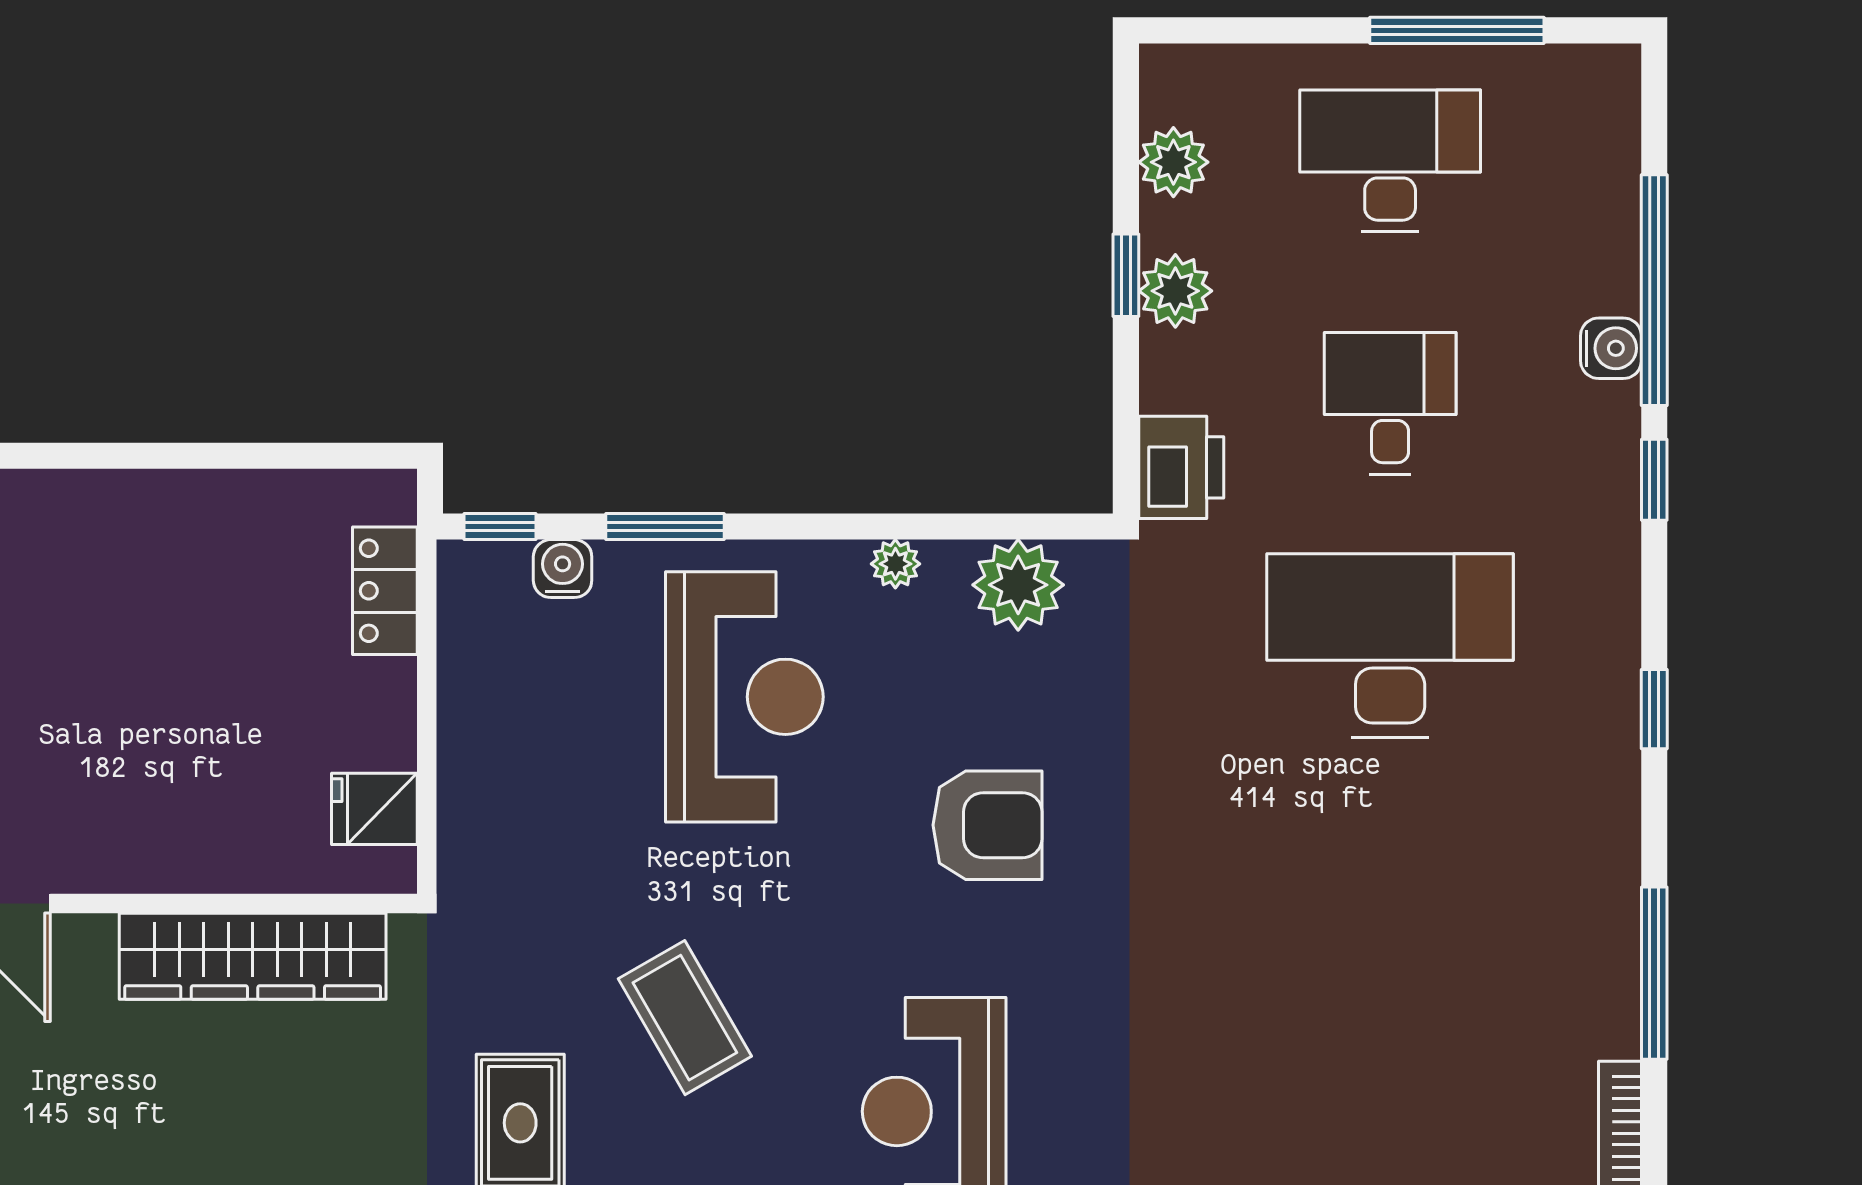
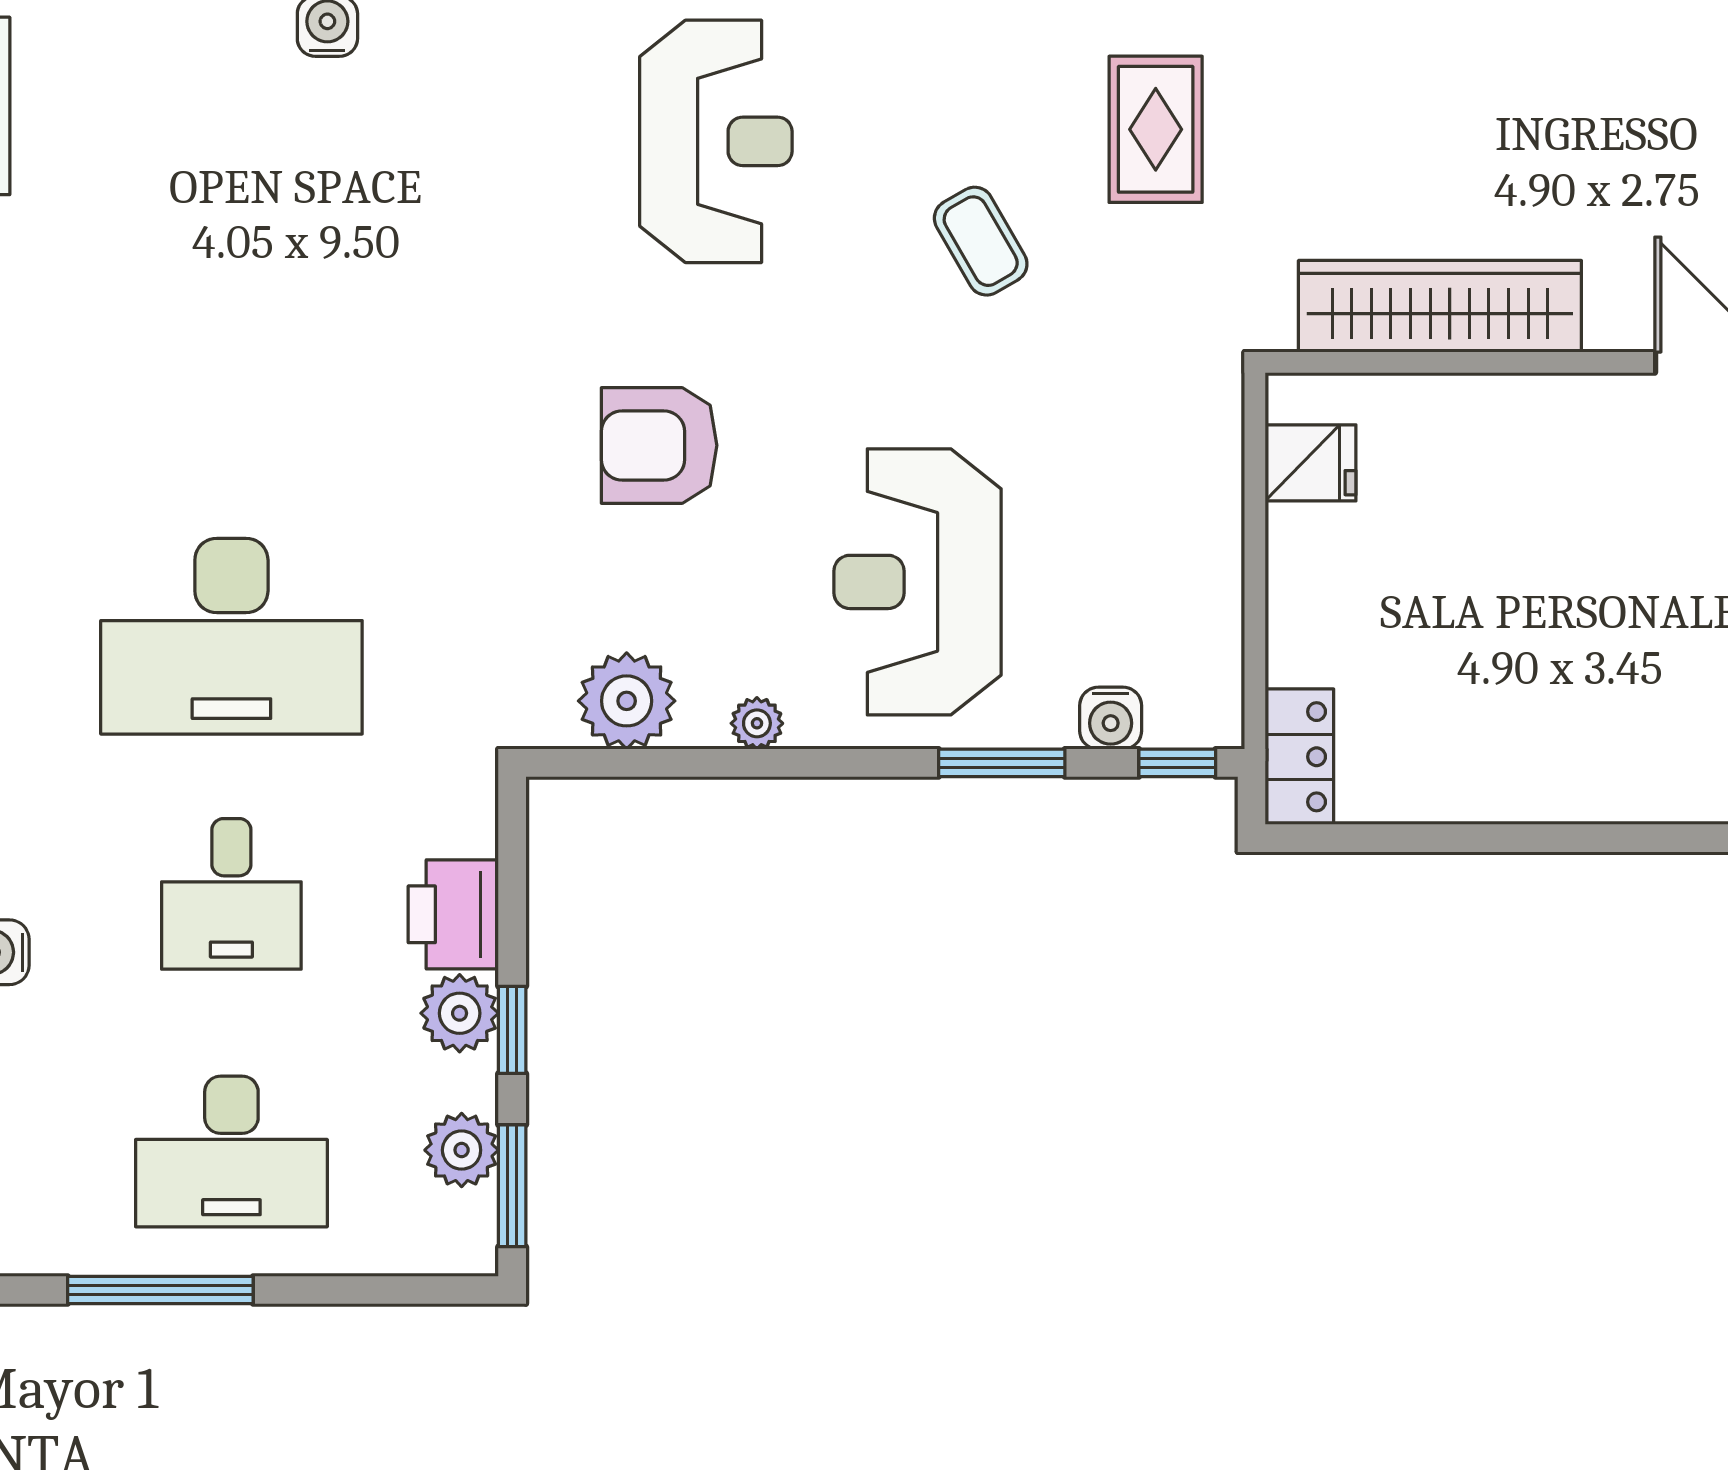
window: (1126, 128) -> (512, 1186), added
printer: (1181, 467) -> (453, 914), moved
locker: (385, 591) -> (1299, 757), moved
coffee table: (685, 1018) -> (981, 241), width x0.73, depth x0.77

